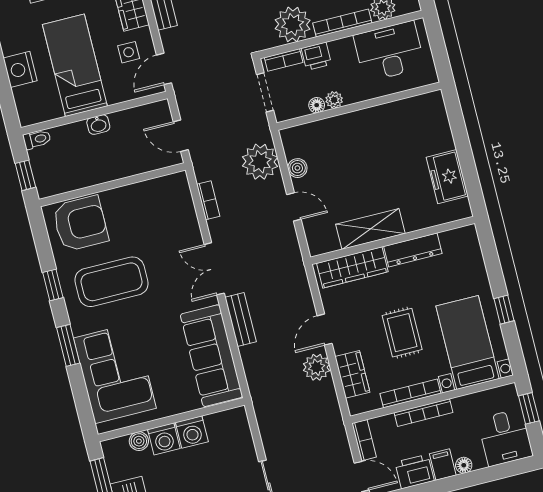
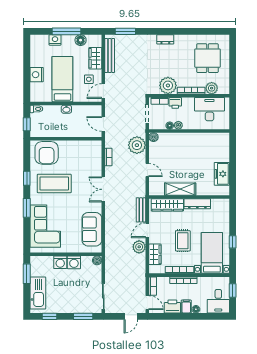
boiler: (297, 168) -> (153, 137), moved
armchair: (80, 223) -> (47, 153), turned 90
bench: (241, 319) -> (141, 210), moved
sofa: (211, 356) -> (92, 229), width x0.73
boiler: (139, 441) -> (97, 260), moved

